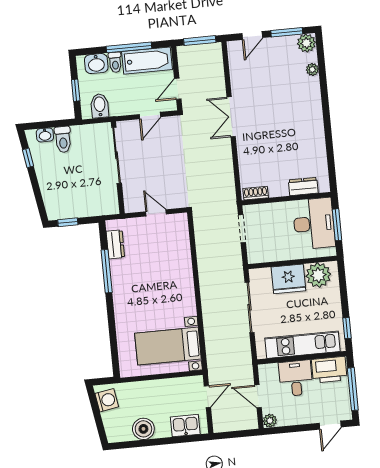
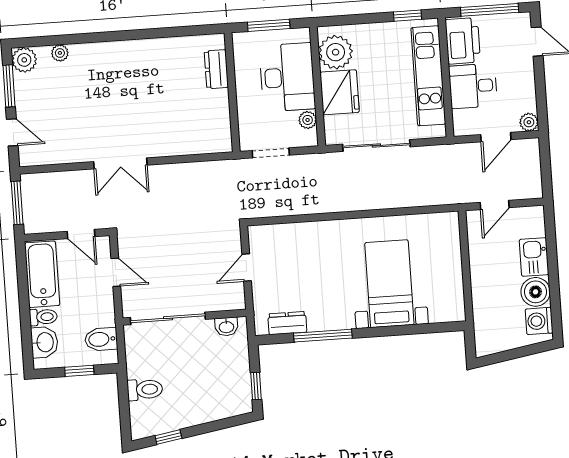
window: (129, 47) -> (24, 298), removed
washbasin: (45, 135) -> (226, 327), moved, turned 90
shoe rack: (256, 193) -> (224, 133), removed
desk: (314, 224) -> (287, 77), moved, turned 90
plant: (267, 256) -> (308, 120), added
bed with nightstands: (168, 346) -> (389, 284), moved, turned 180
door: (207, 397) -> (495, 205), swing flipped
washing machine: (107, 400) -> (539, 321), moved, turned -80
kitchen sink: (185, 426) -> (534, 257), moved

